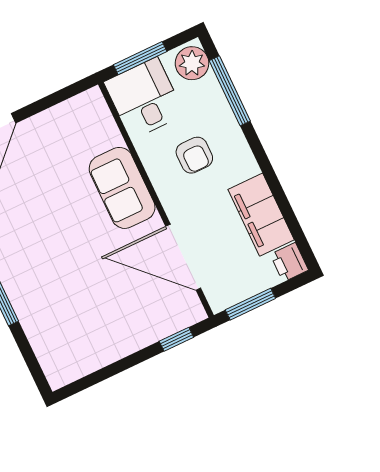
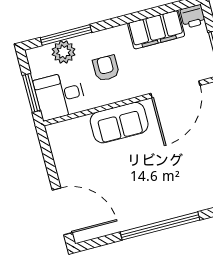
plant: (192, 63) -> (64, 52), moved
armchair: (194, 155) -> (106, 68), turned -90

